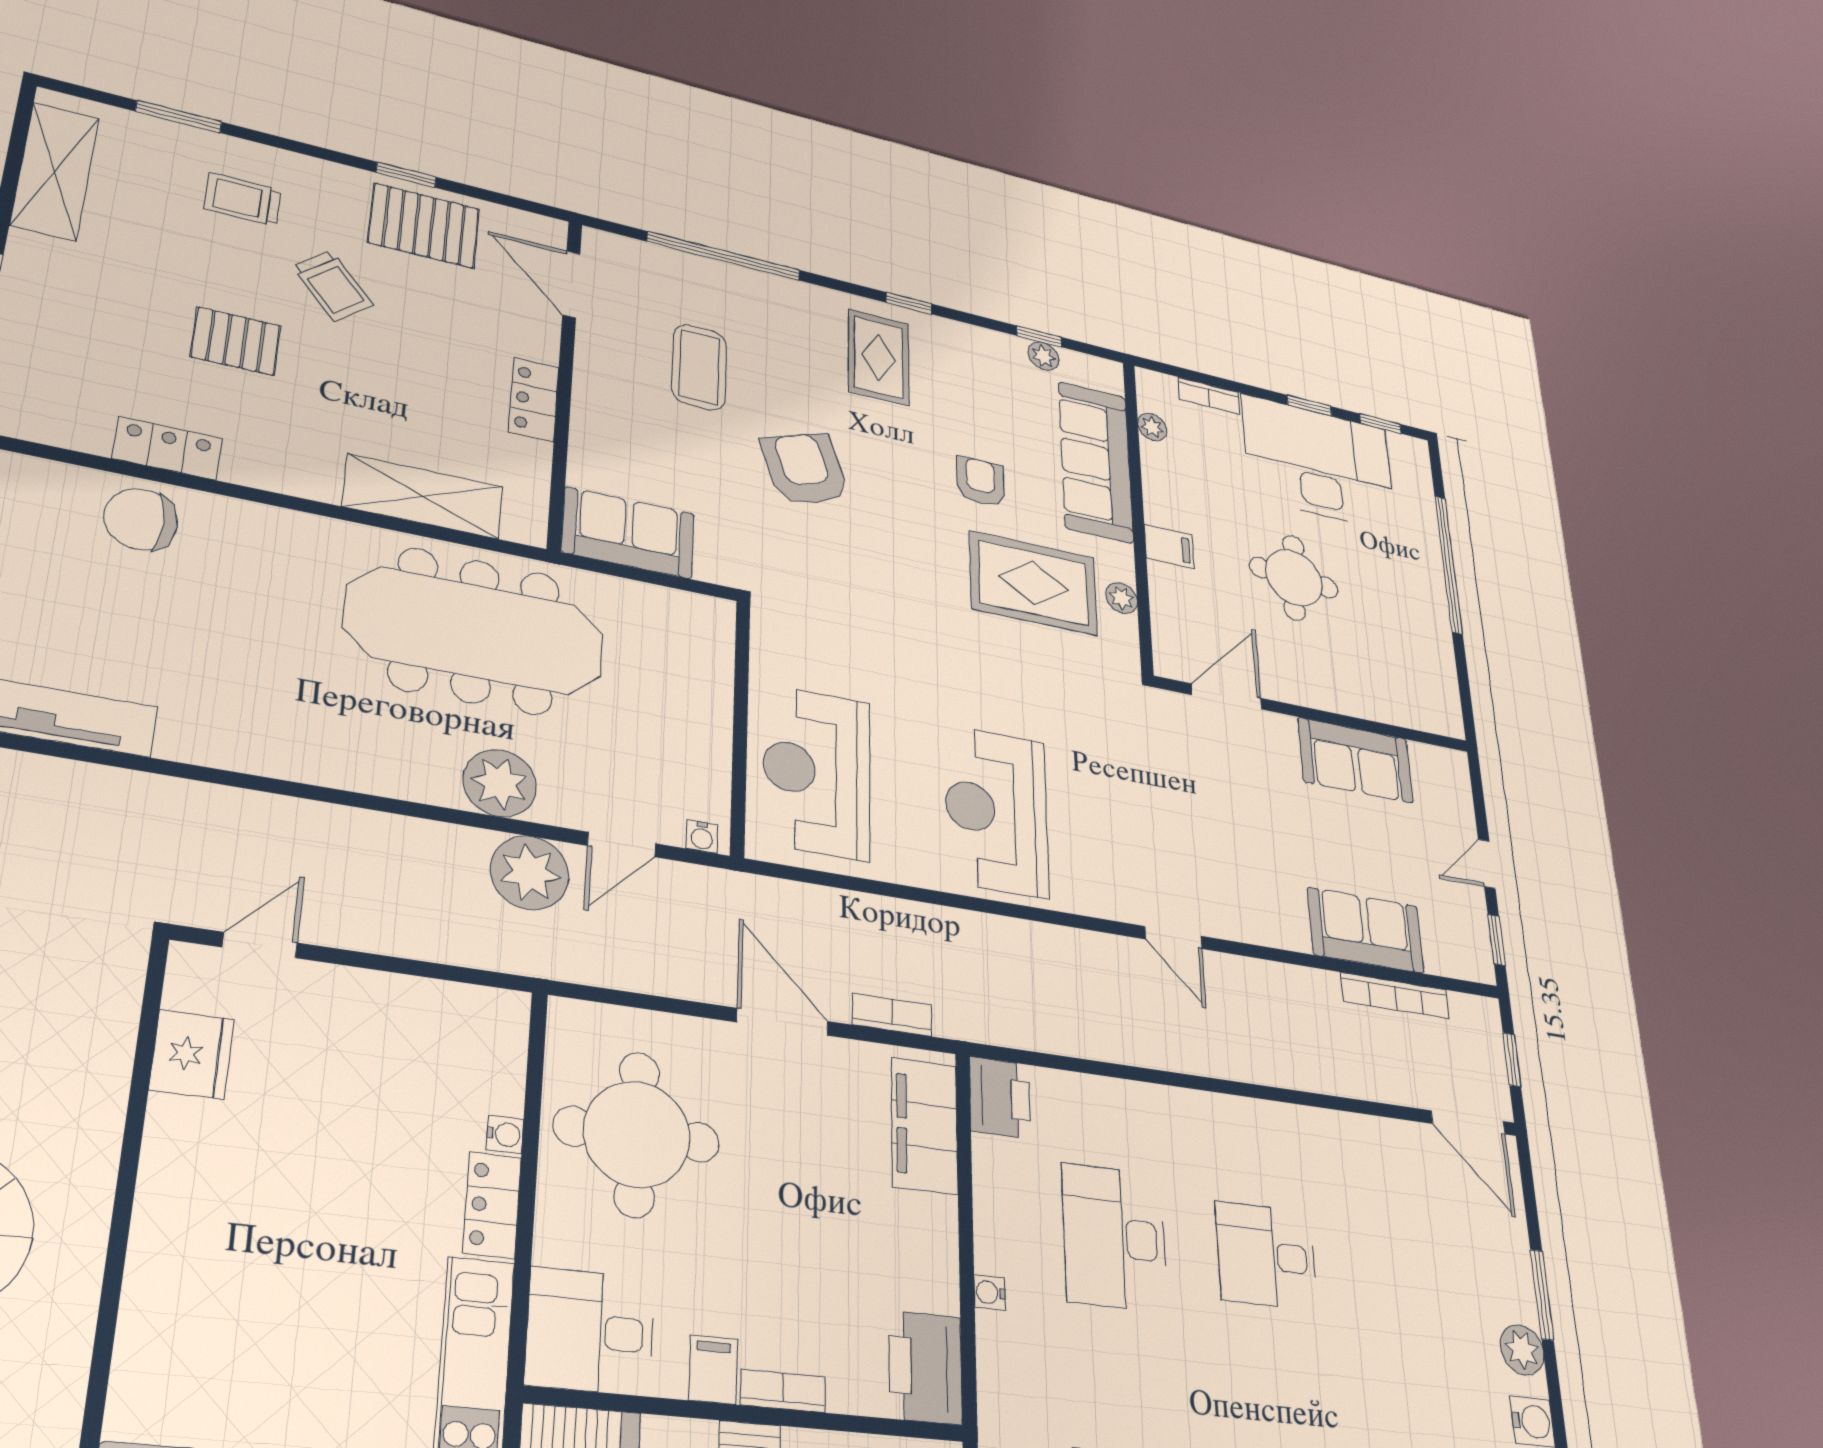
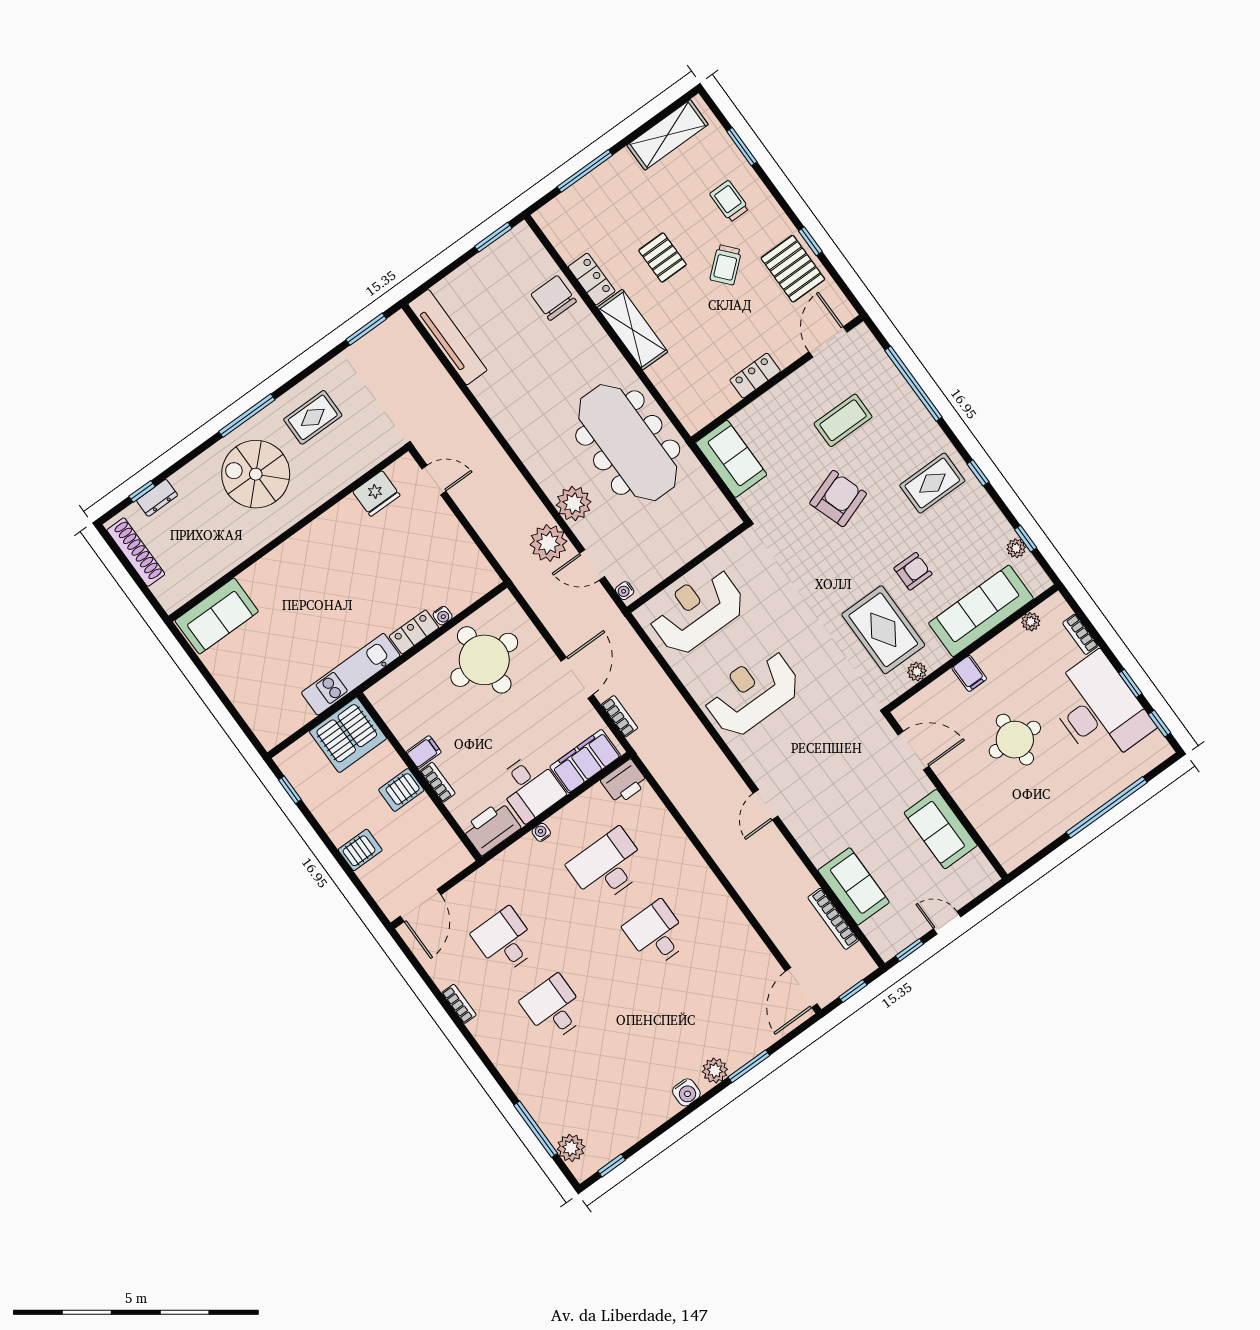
shelving: (423, 496) -> (632, 330), moved
desk: (590, 1331) -> (530, 787), moved, turned 180

